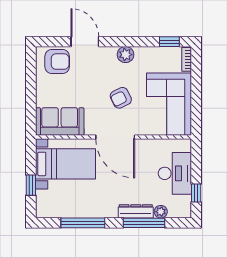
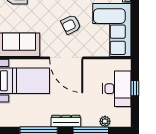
window: (196, 193) -> (135, 88), moved
dresser: (136, 211) -> (66, 121), moved

